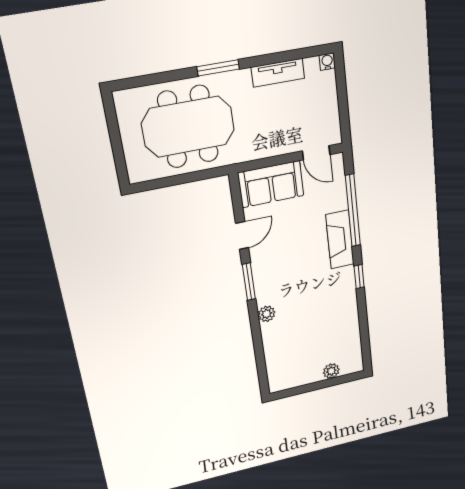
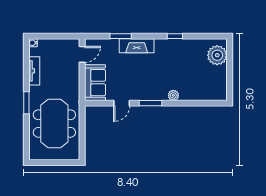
window: (353, 211) -> (121, 36), width x0.47
door: (242, 236) -> (122, 103), swing flipped
window: (359, 277) -> (175, 36), moved
plant: (331, 371) -> (217, 55), width x1.87, depth x1.87

